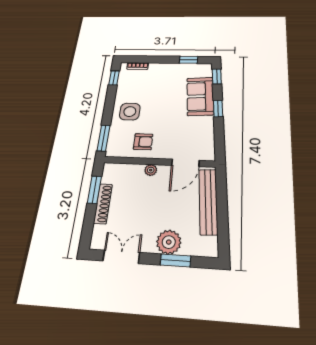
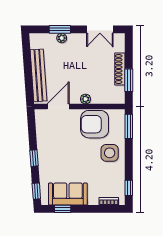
sofa: (200, 96) -> (68, 194), moved, turned -86
armchair: (143, 142) -> (95, 124), width x1.88, depth x1.88
plant: (169, 242) -> (62, 38), width x0.53, depth x0.53

